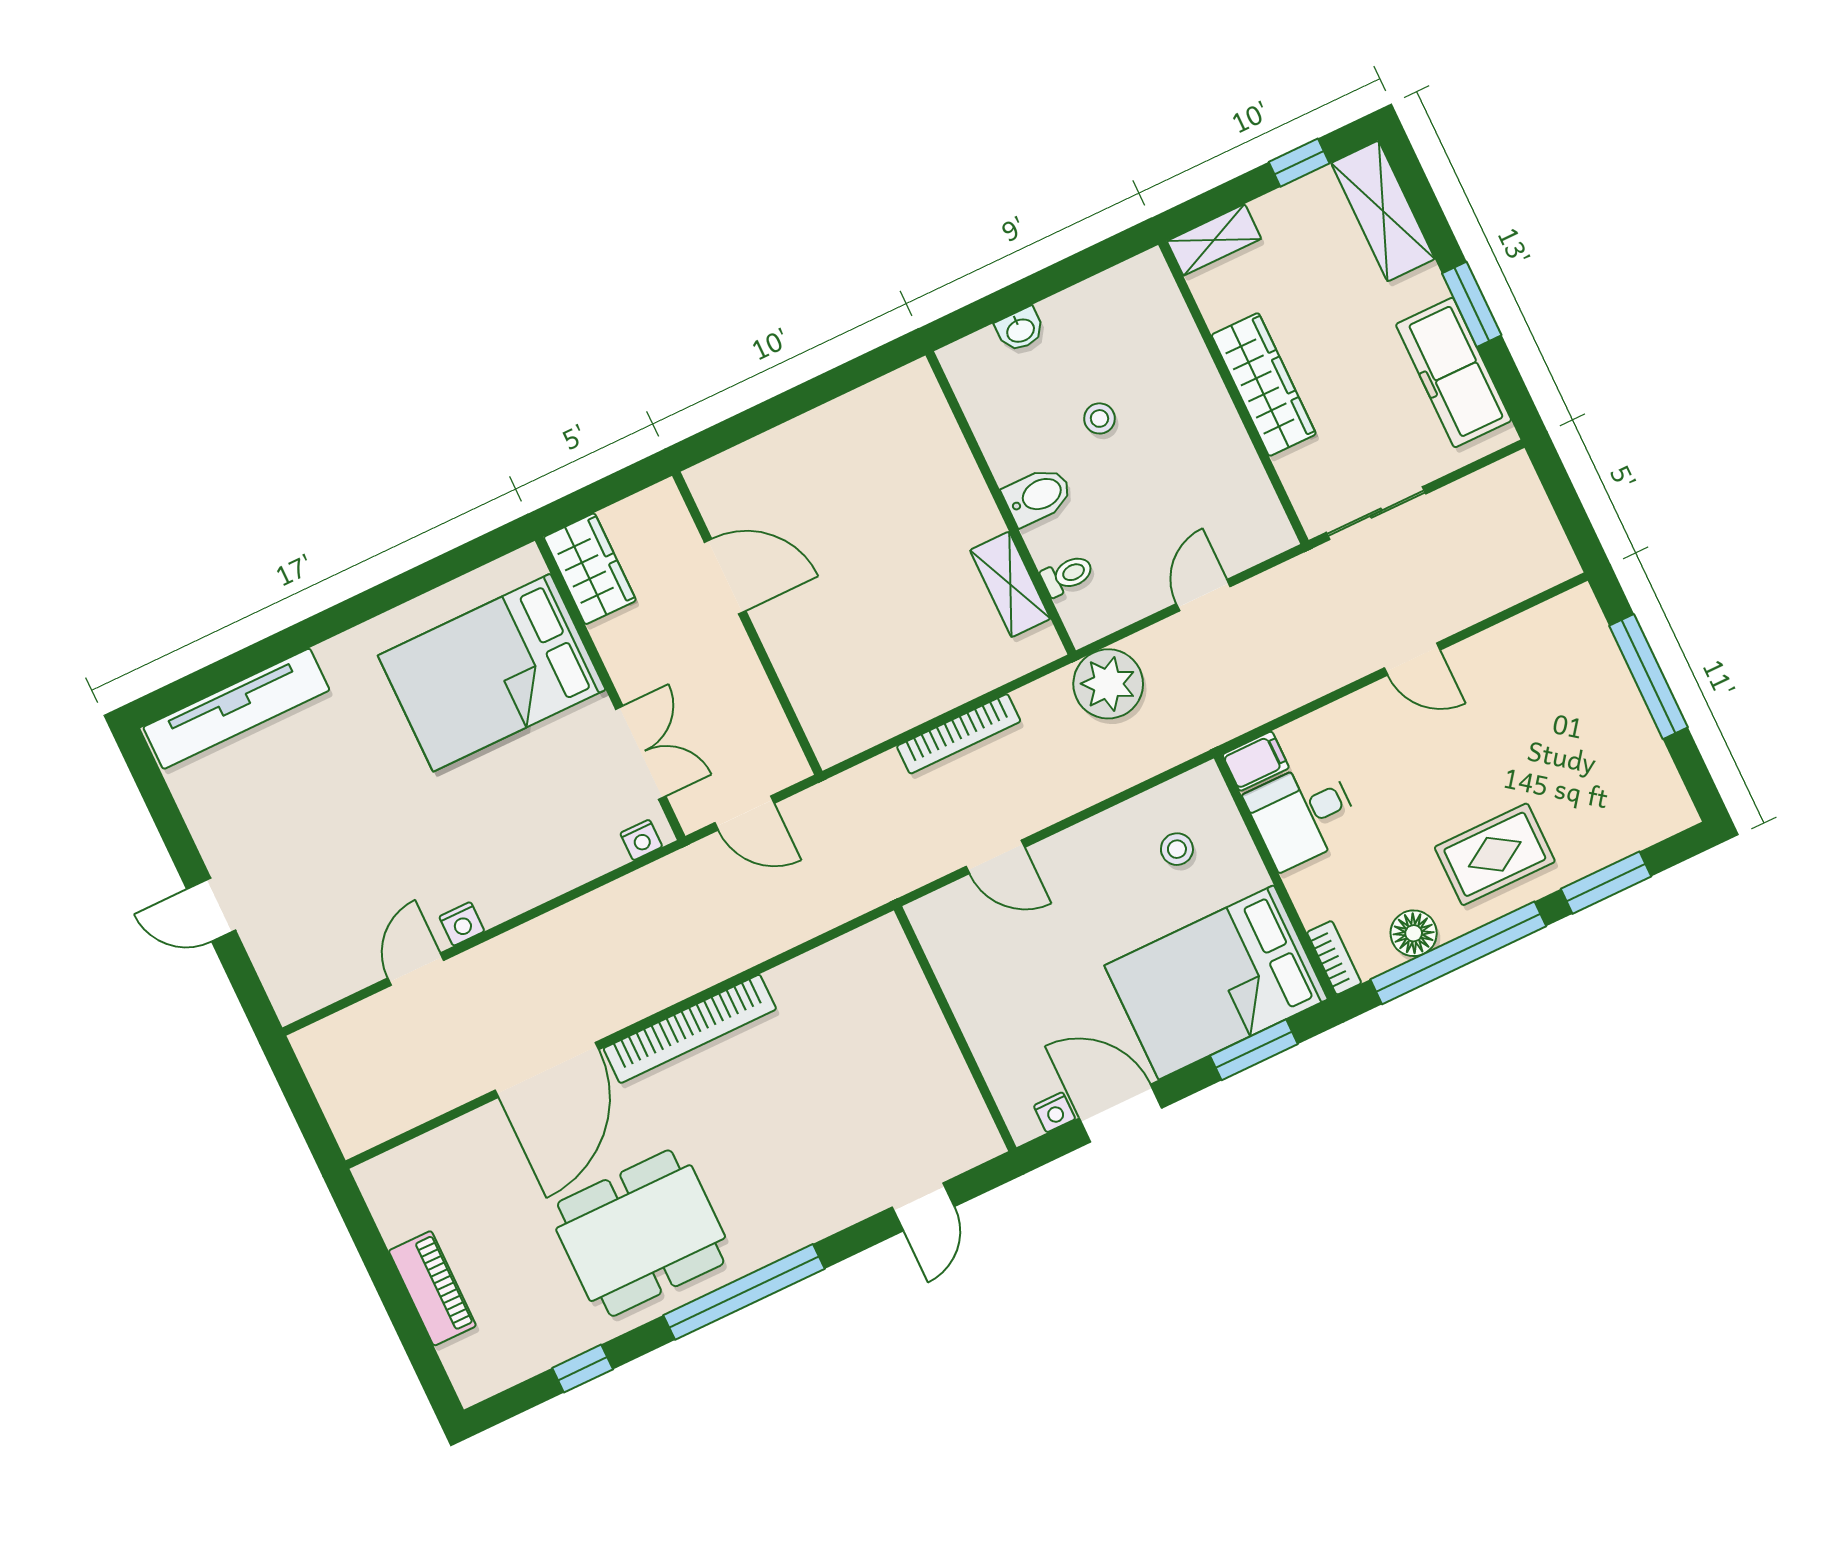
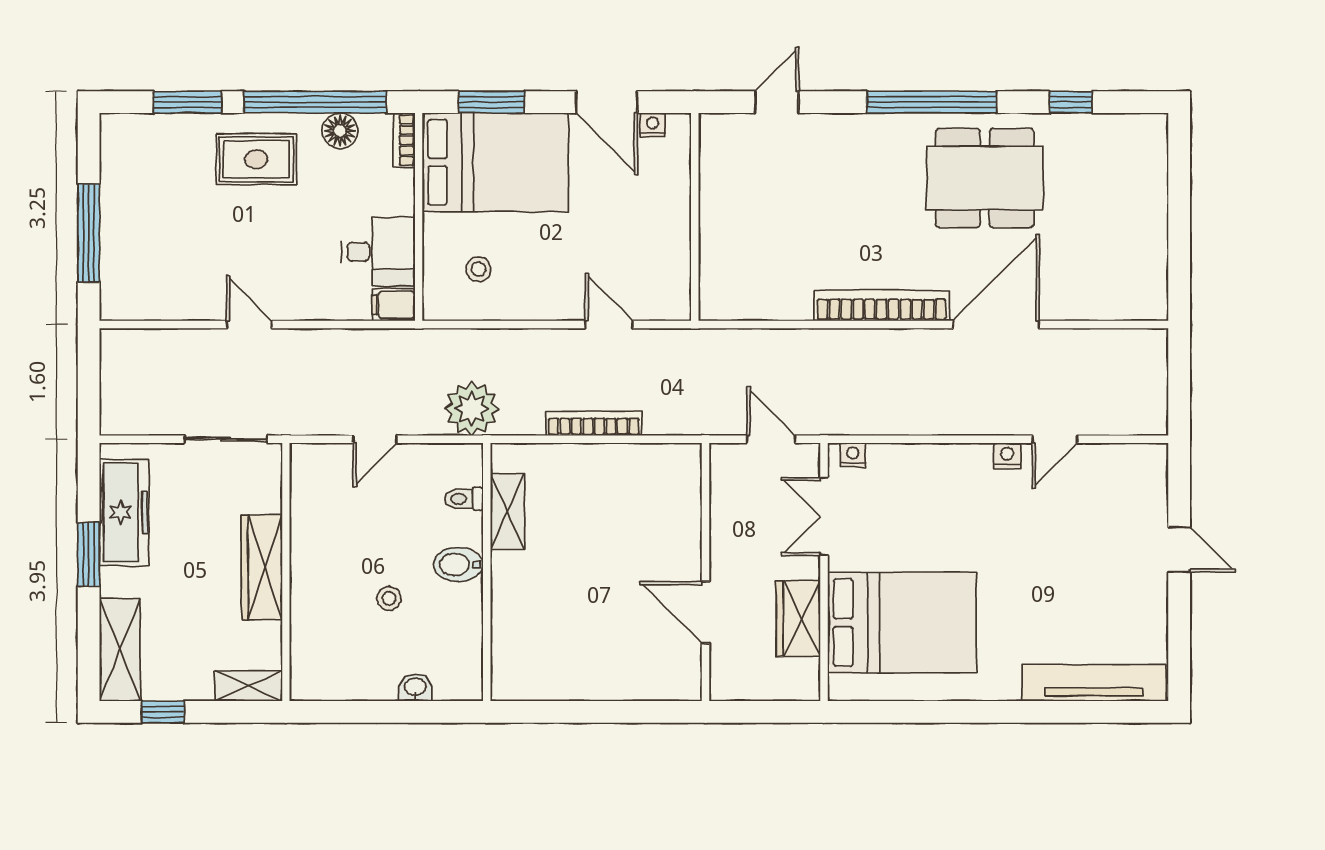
wardrobe: (590, 569) -> (798, 619), moved
piano: (432, 1288) -> (1150, 209), removed

